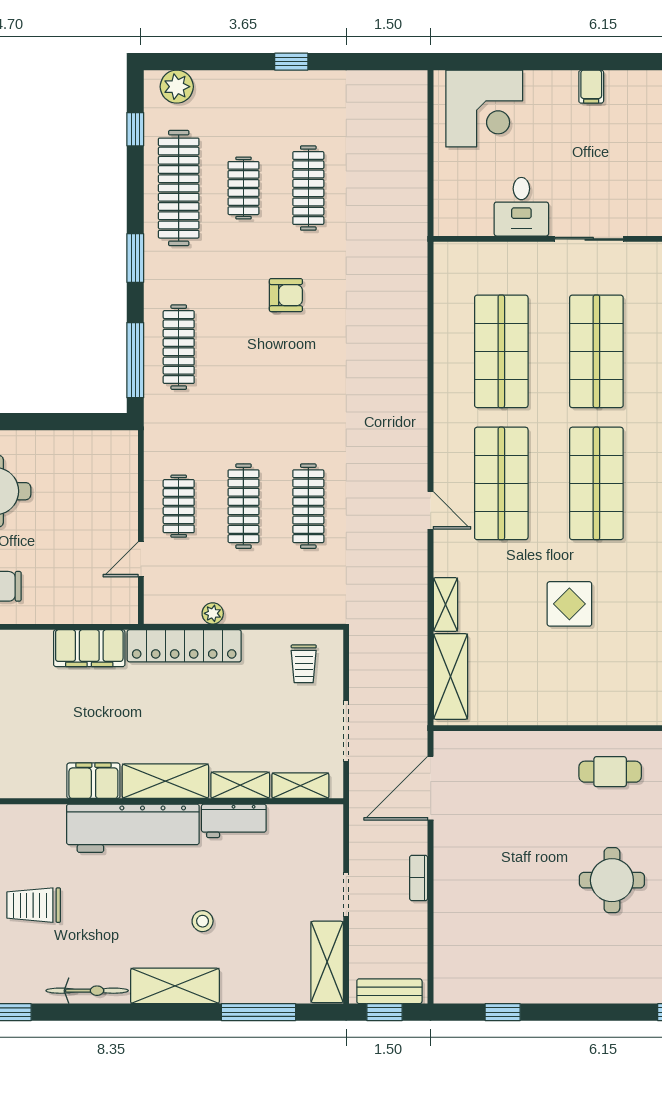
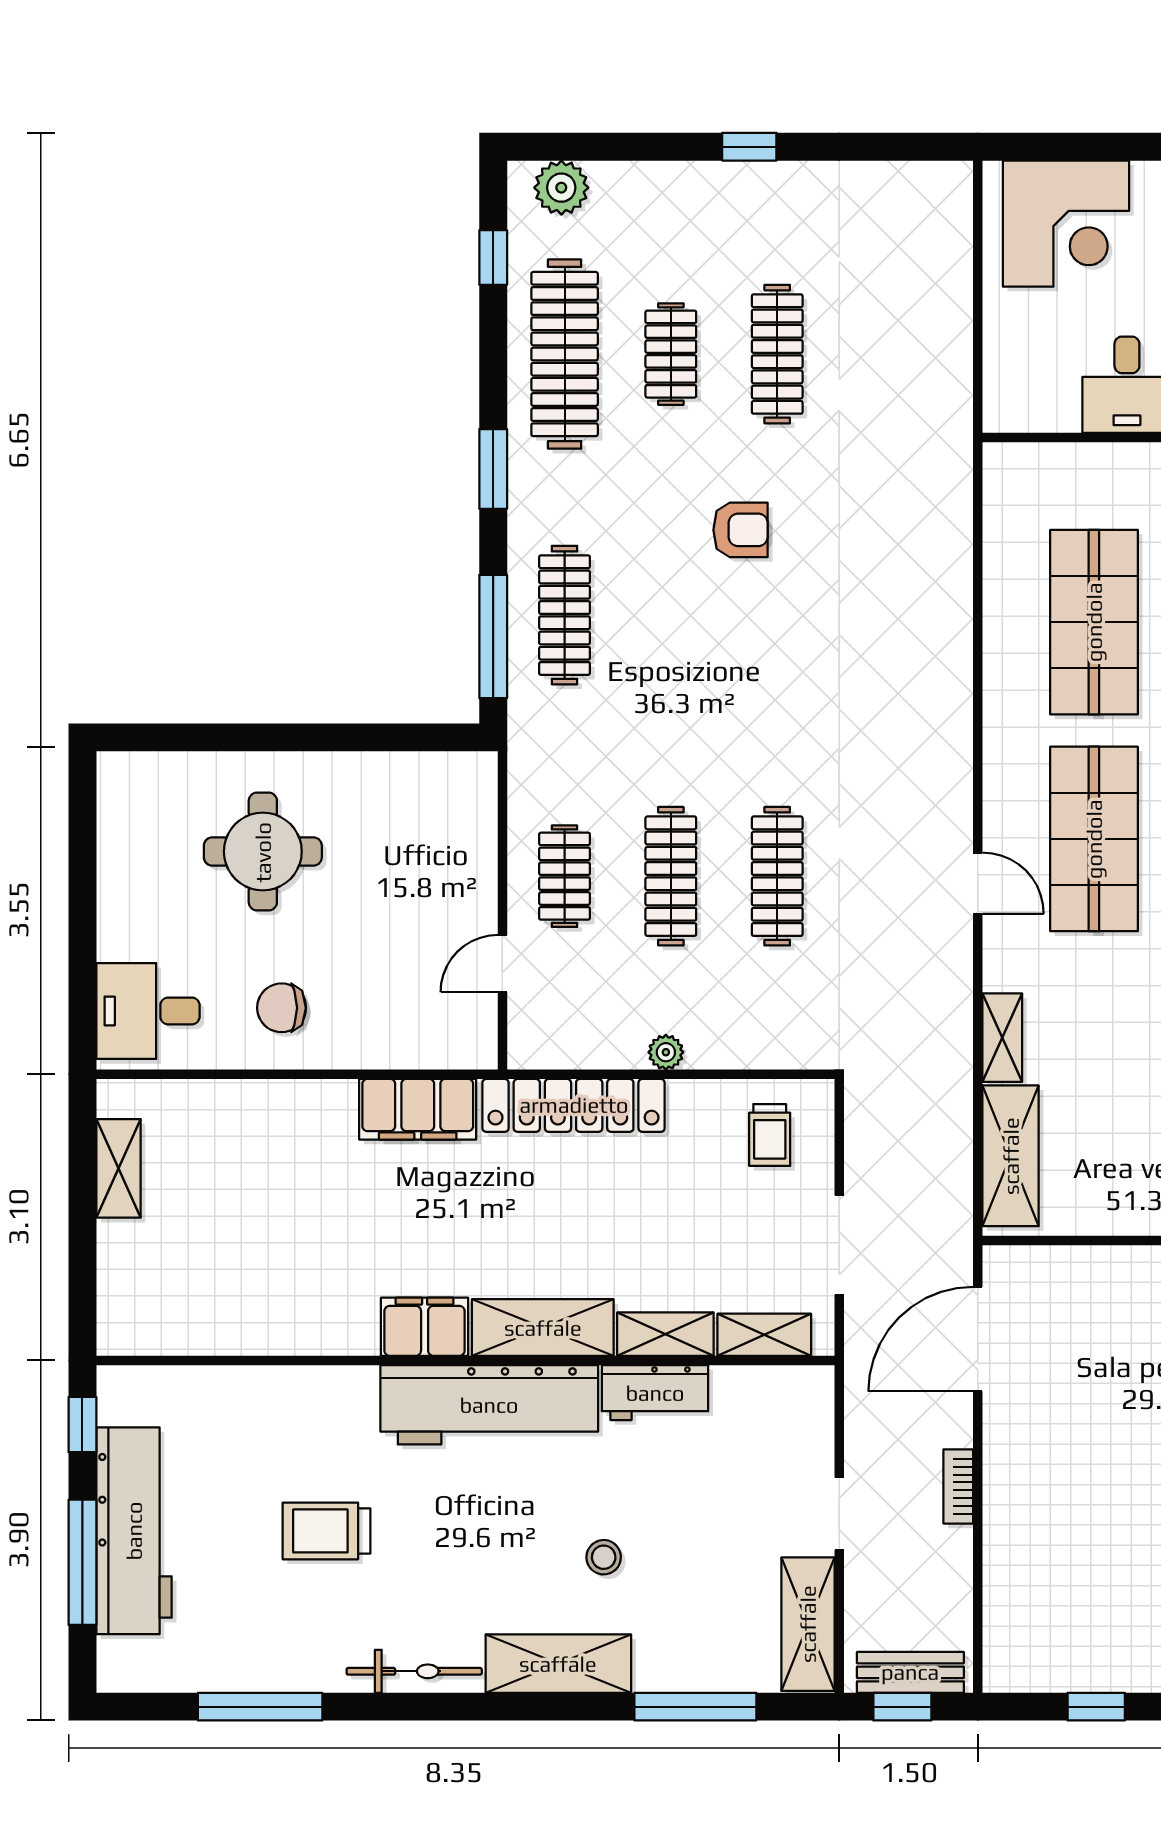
plant: (213, 613) -> (666, 1052), moved

